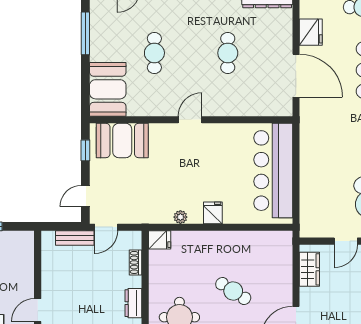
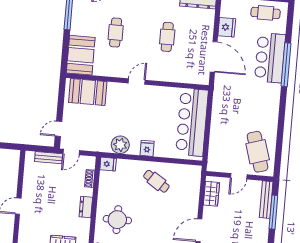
window: (85, 150) -> (61, 97), removed
plant: (180, 217) -> (120, 145), width x1.88, depth x1.88
cafe table: (233, 291) -> (156, 181), moved

